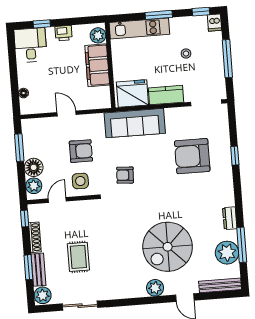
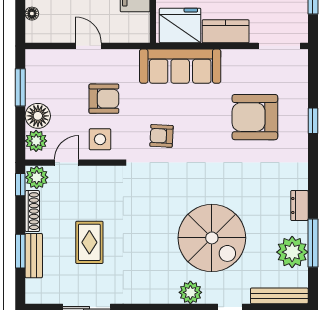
spiral stairs: (168, 247) -> (212, 238), turned -90
plant: (43, 295) -> (37, 177), moved

